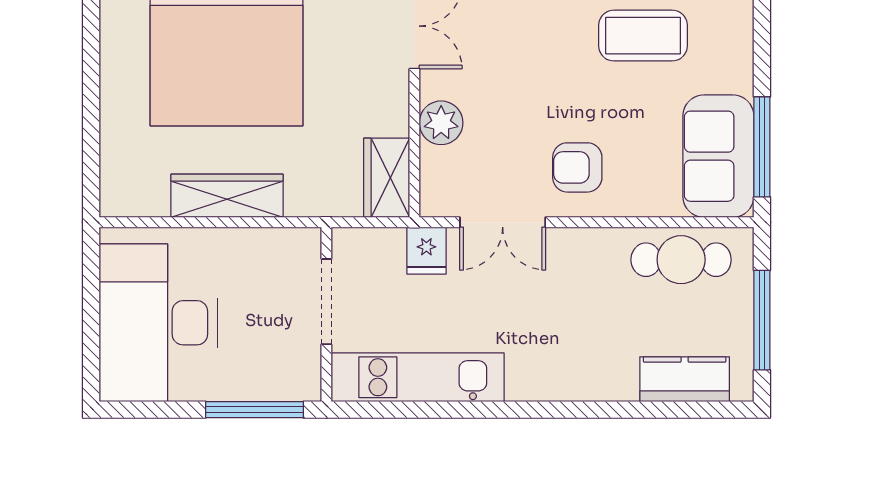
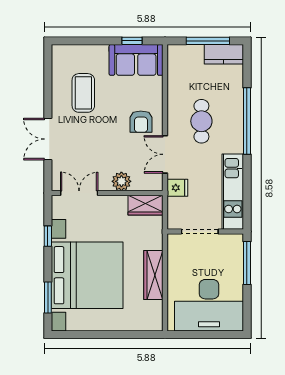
window: (762, 147) -> (132, 41), width x0.46
double door: (503, 222) -> (165, 154), swing flipped
cafe table: (681, 260) -> (201, 121), moved
kitchen counter: (685, 379) -> (224, 54), moved, turned -90
window: (579, 410) -> (247, 121), added

